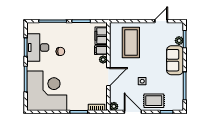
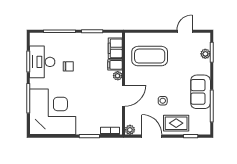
coffee table: (131, 42) -> (150, 56), turned 90
sofa: (175, 60) -> (201, 92), moved

